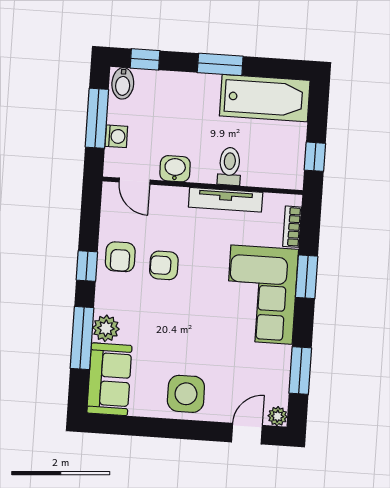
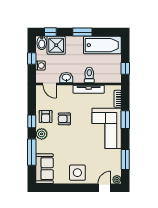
shower: (156, 91) -> (56, 45), added
window: (97, 118) -> (32, 58), width x0.46
plant: (106, 328) -> (42, 134), moved

